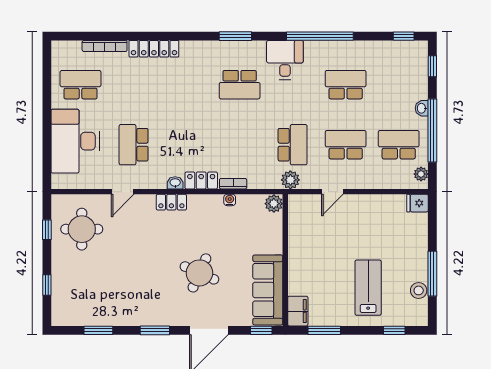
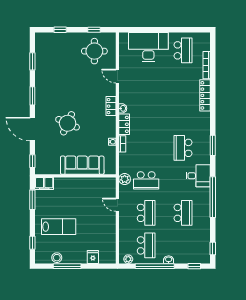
school desk: (134, 145) -> (146, 83), removed
fridge: (418, 203) -> (93, 257), moved
plant: (274, 204) -> (110, 169), removed
sofa: (268, 290) -> (82, 165), moved

